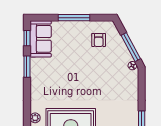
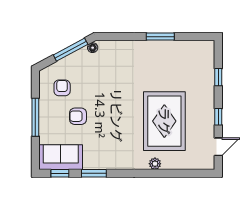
armchair: (99, 40) -> (62, 88), turned -90
armchair: (75, 53) -> (78, 116), added

